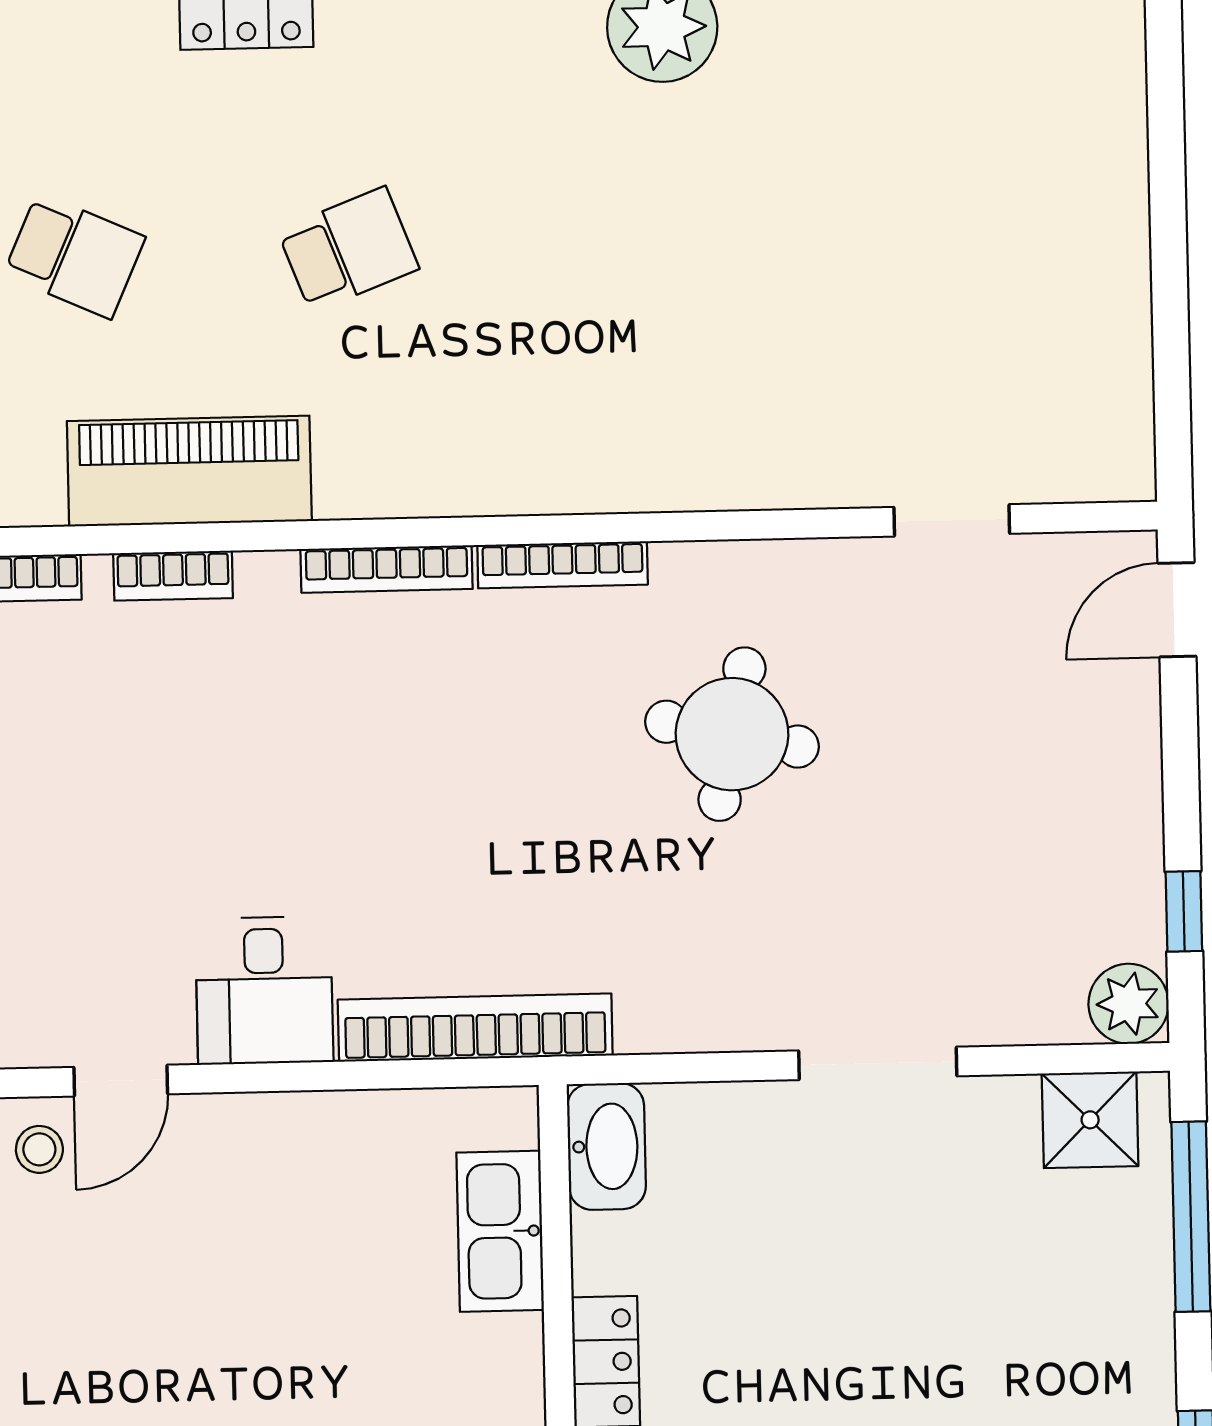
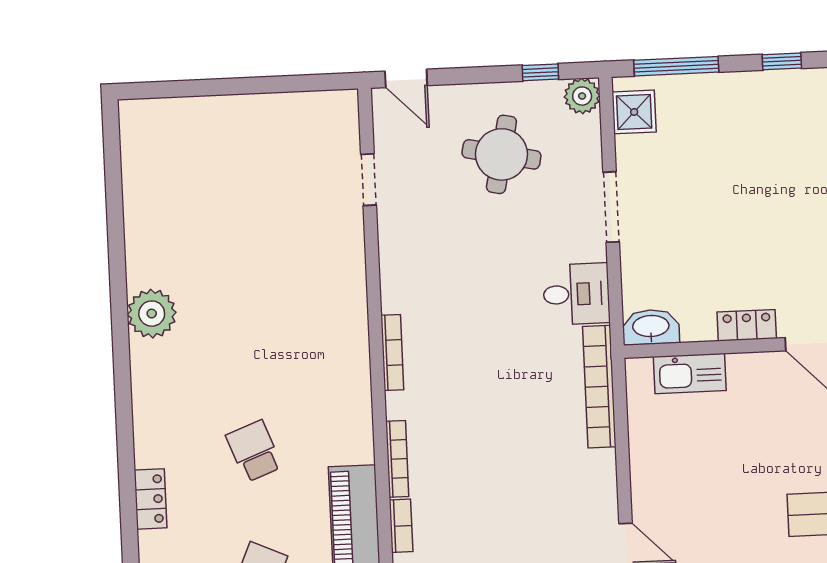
bookcase: (387, 569) -> (397, 459), moved
round table: (732, 734) -> (501, 154), moved
desk: (264, 990) -> (576, 294), moved

